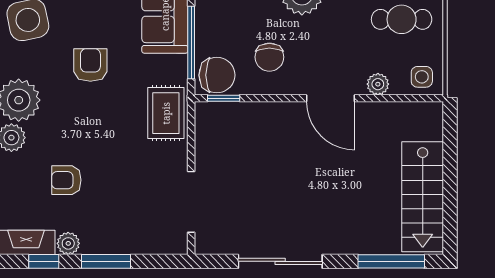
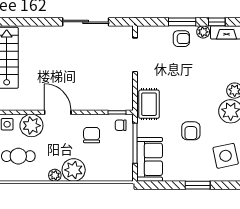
chair: (217, 75) -> (121, 125), width x0.54, depth x0.54
plant: (378, 84) -> (31, 126), width x1.87, depth x1.87
armchair: (66, 180) -> (181, 39), moved
window: (391, 261) -> (24, 22), removed

